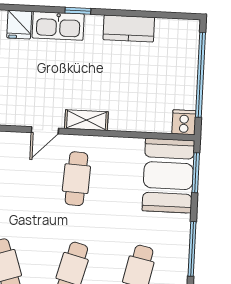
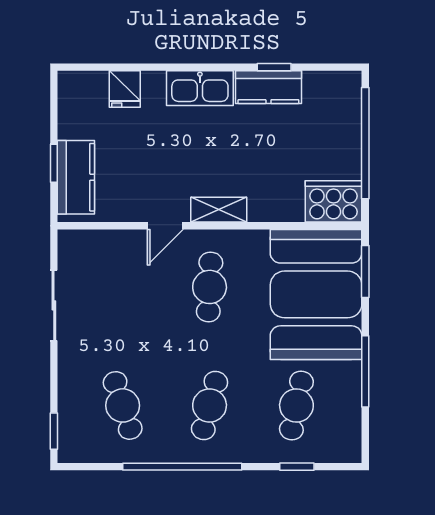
window: (78, 11) -> (274, 67), moved
kitchen sink: (58, 26) -> (200, 88), moved
cooker: (184, 122) -> (334, 201), width x1.87, depth x1.31
booth: (168, 176) -> (316, 294), width x1.36, depth x1.42

